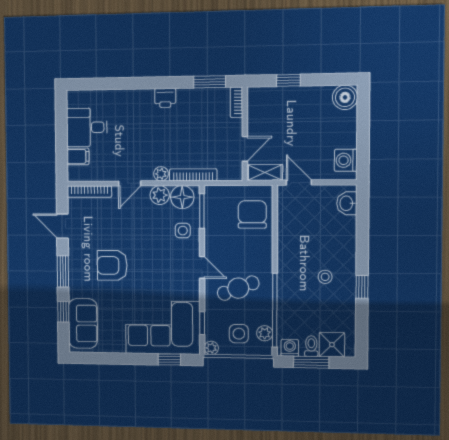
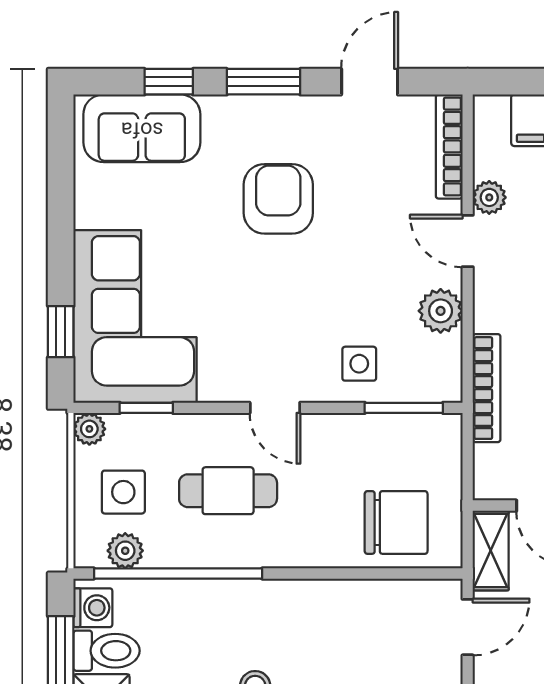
plant: (161, 174) -> (489, 197), moved
floor lamp: (182, 197) -> (436, 363), removed
door: (202, 267) -> (275, 408), hinge flipped
cafe table: (238, 288) -> (228, 491), turned -69
toilet: (311, 346) -> (107, 651), width x1.37, depth x1.39

